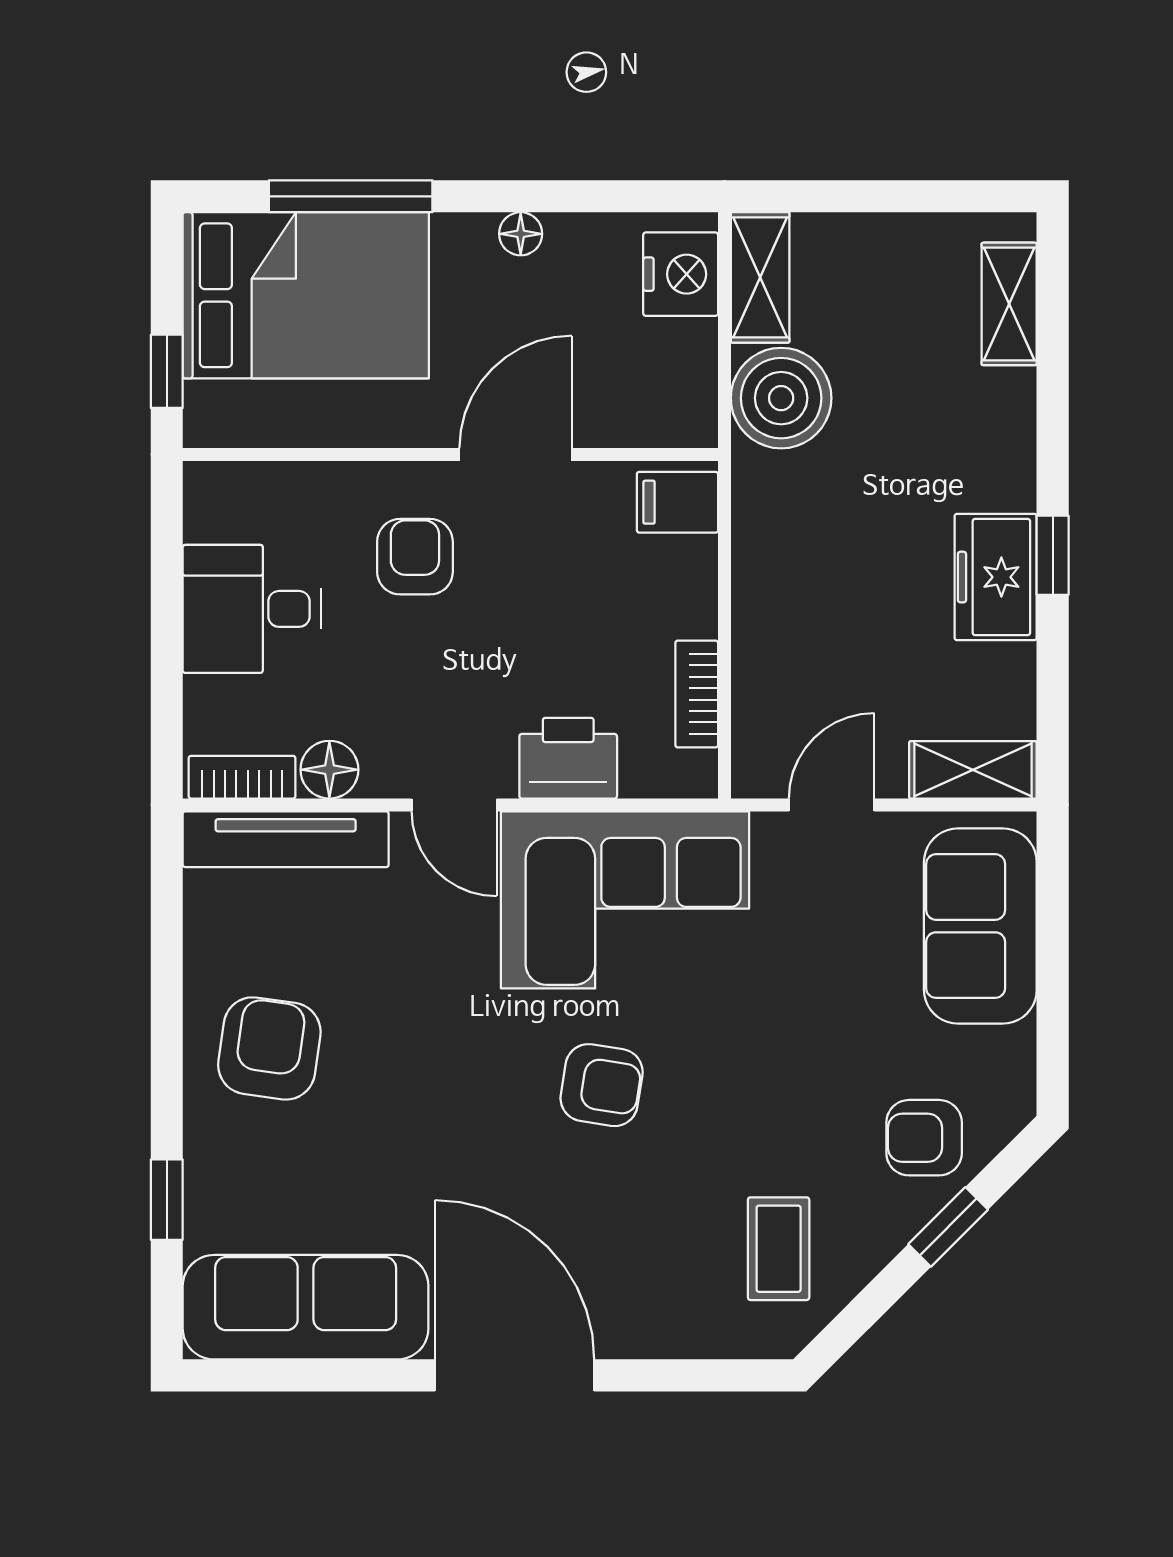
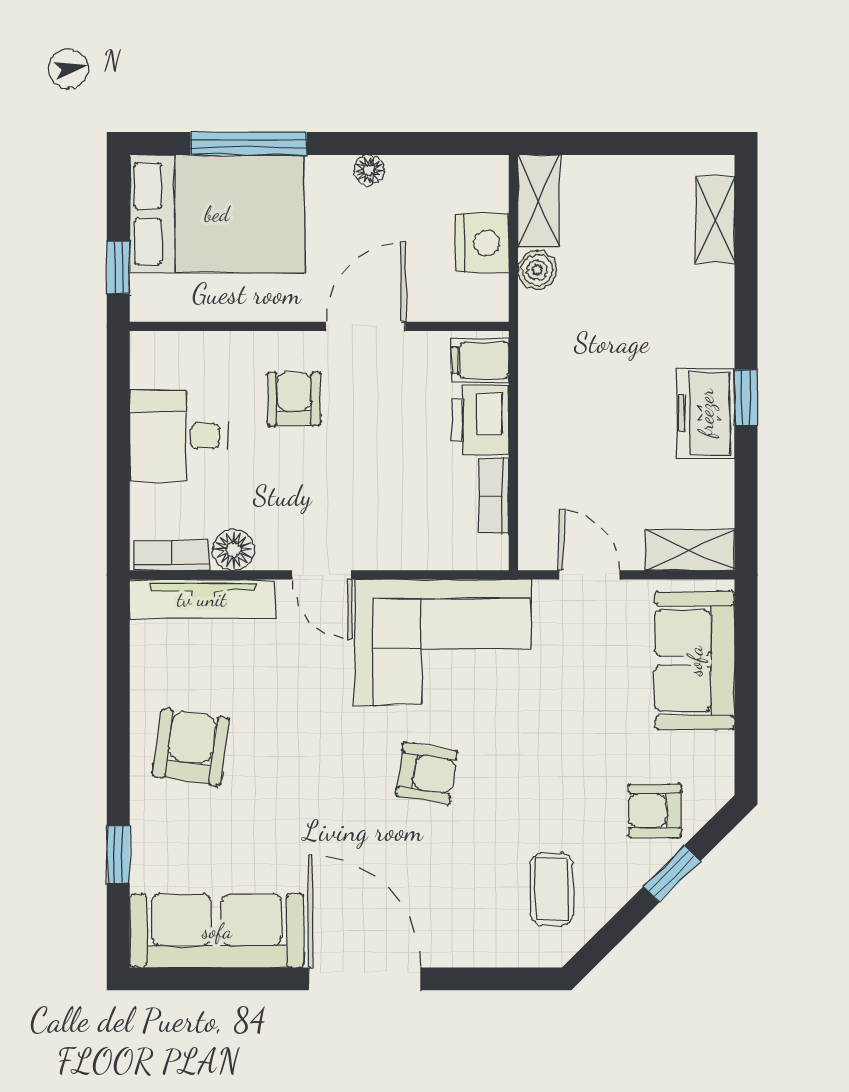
nightstand: (681, 274) -> (482, 243), moved
boiler: (781, 398) -> (537, 270), width x0.54, depth x0.54
printer: (568, 758) -> (480, 420), moved, turned -90
door: (832, 805) -> (589, 575), hinge flipped

